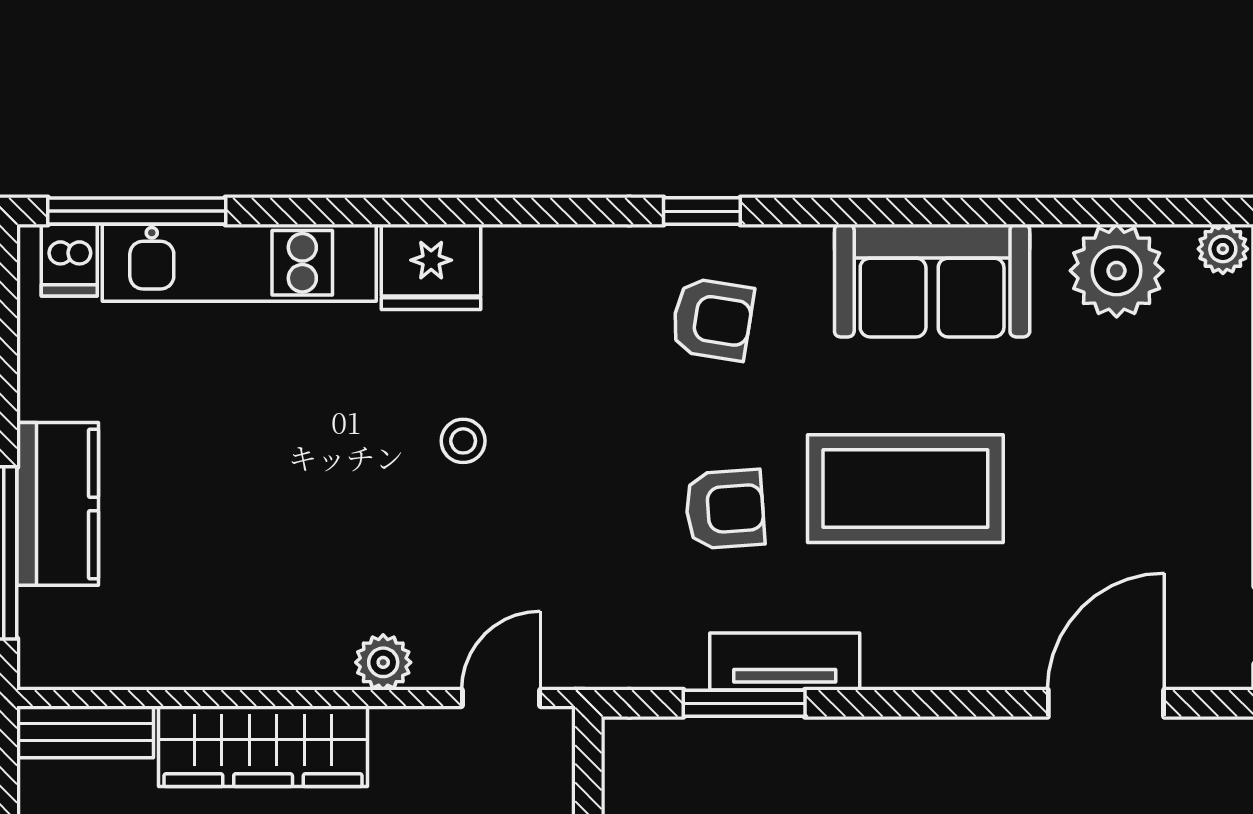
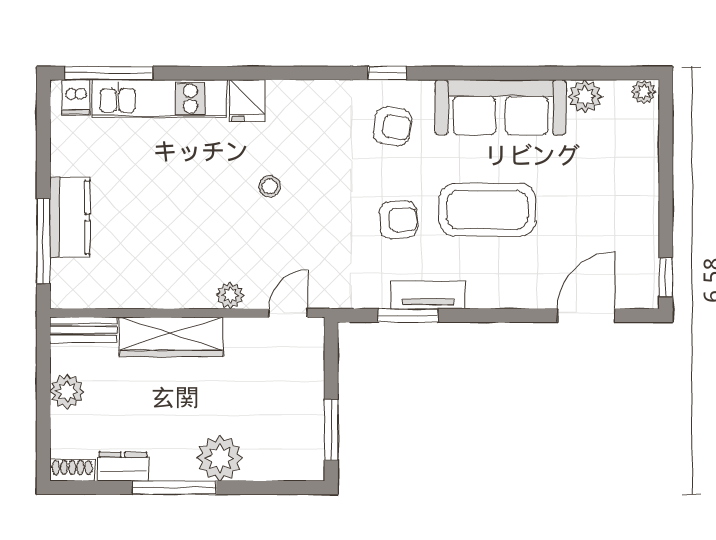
fridge: (431, 267) -> (247, 101), width x0.72
plant: (1117, 271) -> (585, 96), width x0.73, depth x0.73
sofa: (932, 281) -> (501, 107), width x1.36

